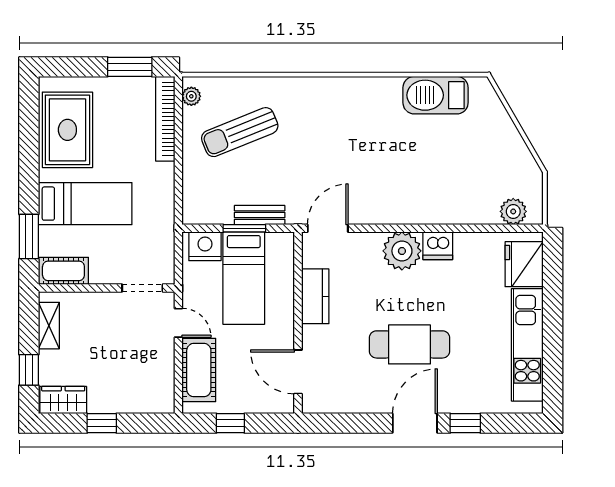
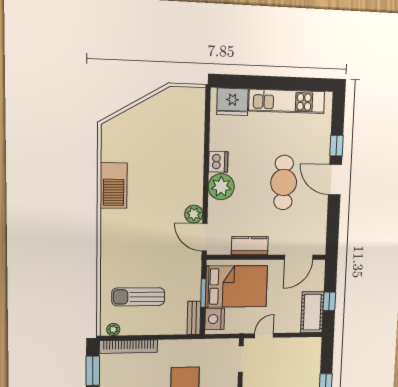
barbecue: (436, 95) -> (114, 186), moved
sun lounger: (240, 132) -> (138, 297), turned 112
plant: (513, 211) -> (194, 214), moved
bench: (260, 215) -> (194, 318), moved
bed: (244, 278) -> (236, 286), width x1.50
cot: (199, 370) -> (312, 312), moved, turned 90

